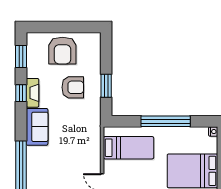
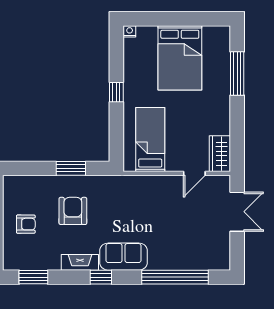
armchair: (62, 51) -> (26, 224), width x0.53, depth x0.53
window: (21, 93) -> (101, 277), moved
window: (166, 121) -> (116, 92), width x0.32

